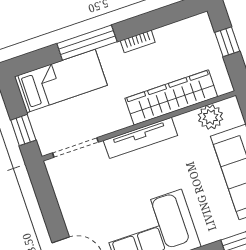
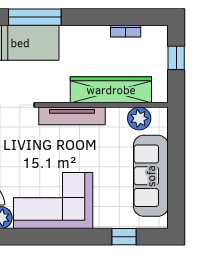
bookcase: (138, 41) -> (126, 31), moved
window: (87, 43) -> (35, 17), moved

